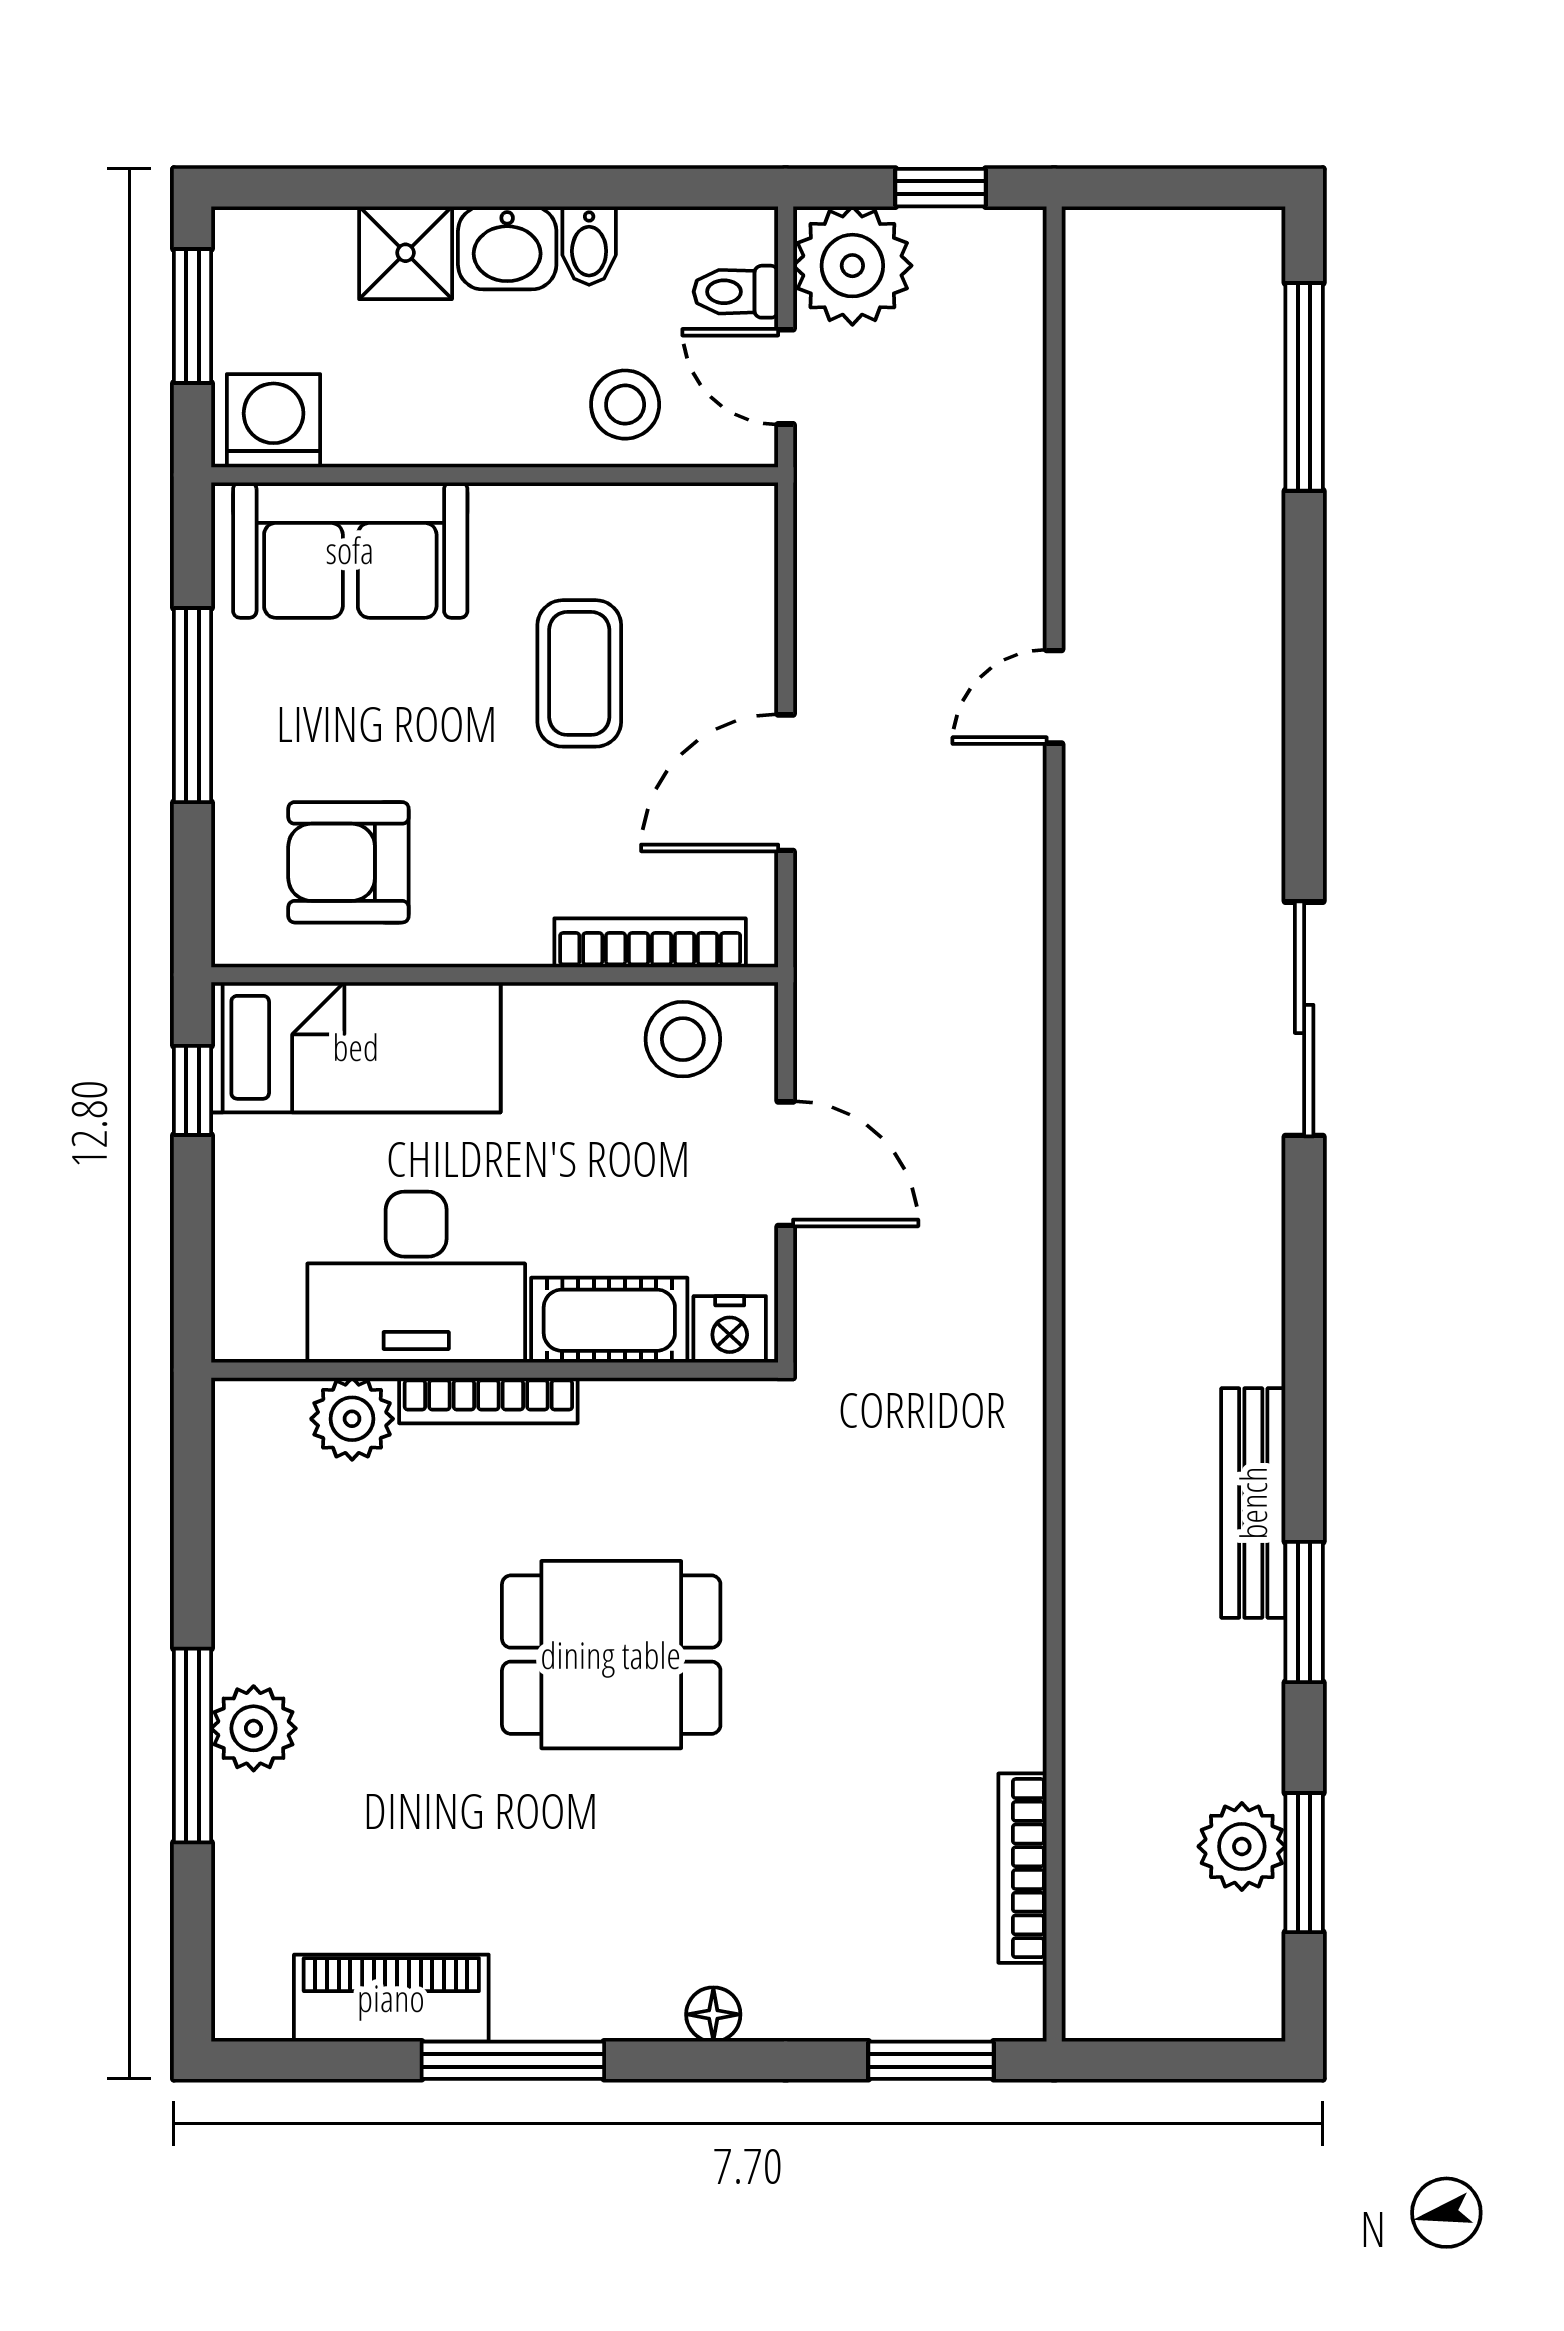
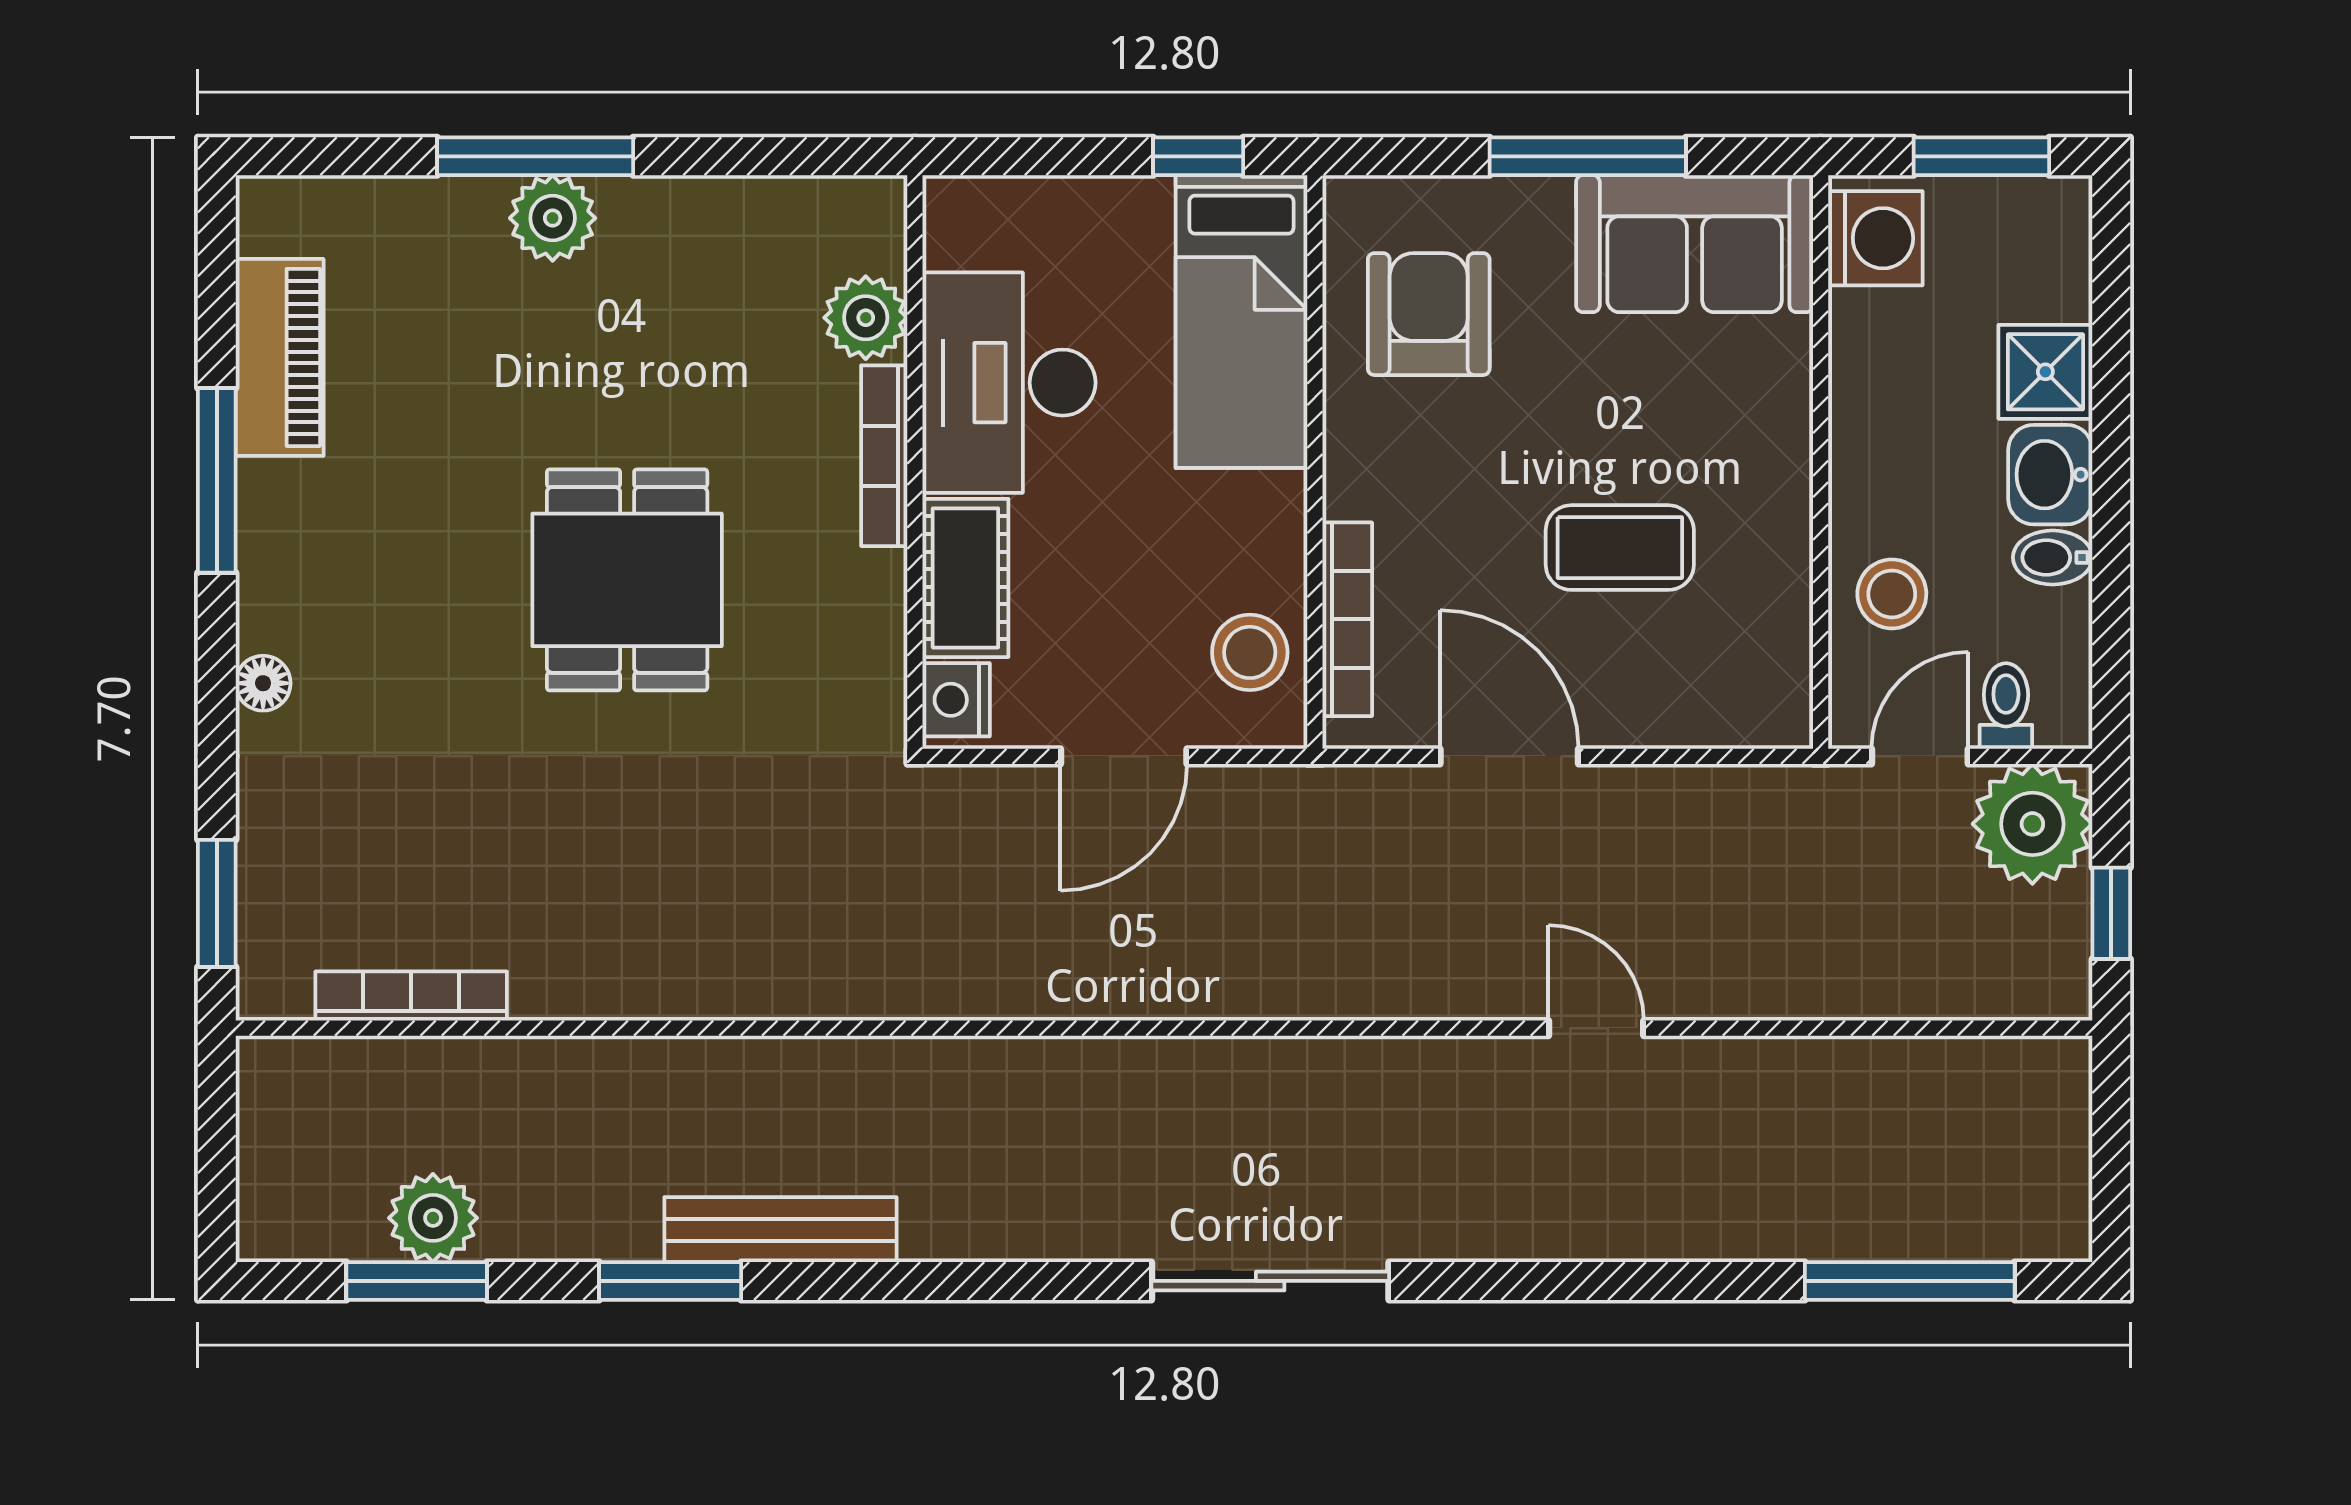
sofa: (350, 550) -> (1695, 244), moved, turned -90

